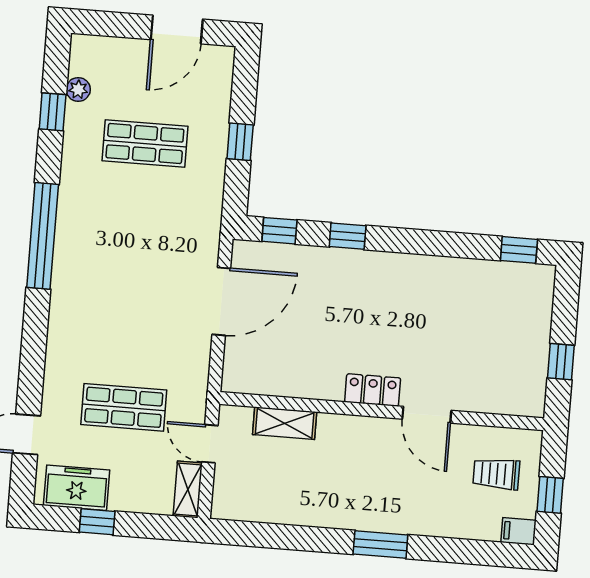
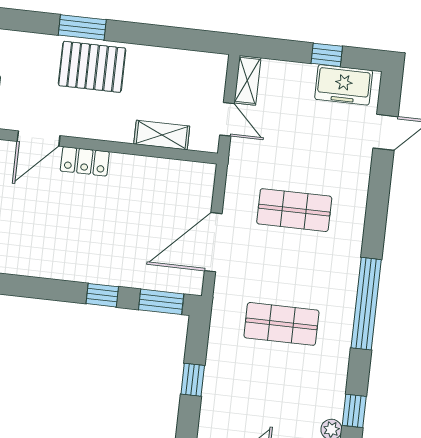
shop shelf: (145, 144) -> (281, 324), moved
window: (279, 231) -> (161, 302), width x1.50
shop shelf: (124, 407) -> (294, 210), moved
door: (427, 415) -> (39, 139), swing flipped
pallet: (368, 499) -> (92, 67), added

